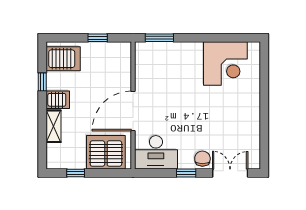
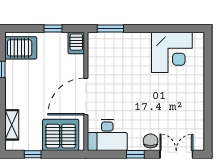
server rack: (58, 100) -> (76, 43), moved, turned 90
shelving: (53, 126) -> (12, 125), moved

